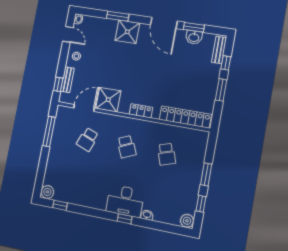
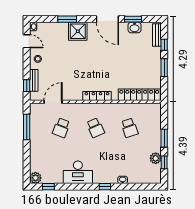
shower: (108, 100) -> (72, 91), removed
locker: (141, 111) -> (97, 96), width x1.53
desk: (125, 201) -> (78, 172), moved
plant: (187, 221) -> (156, 158), moved

